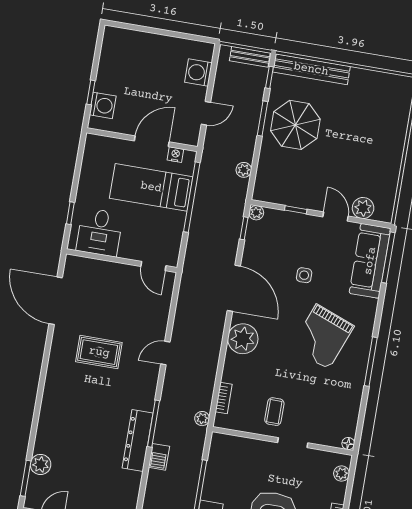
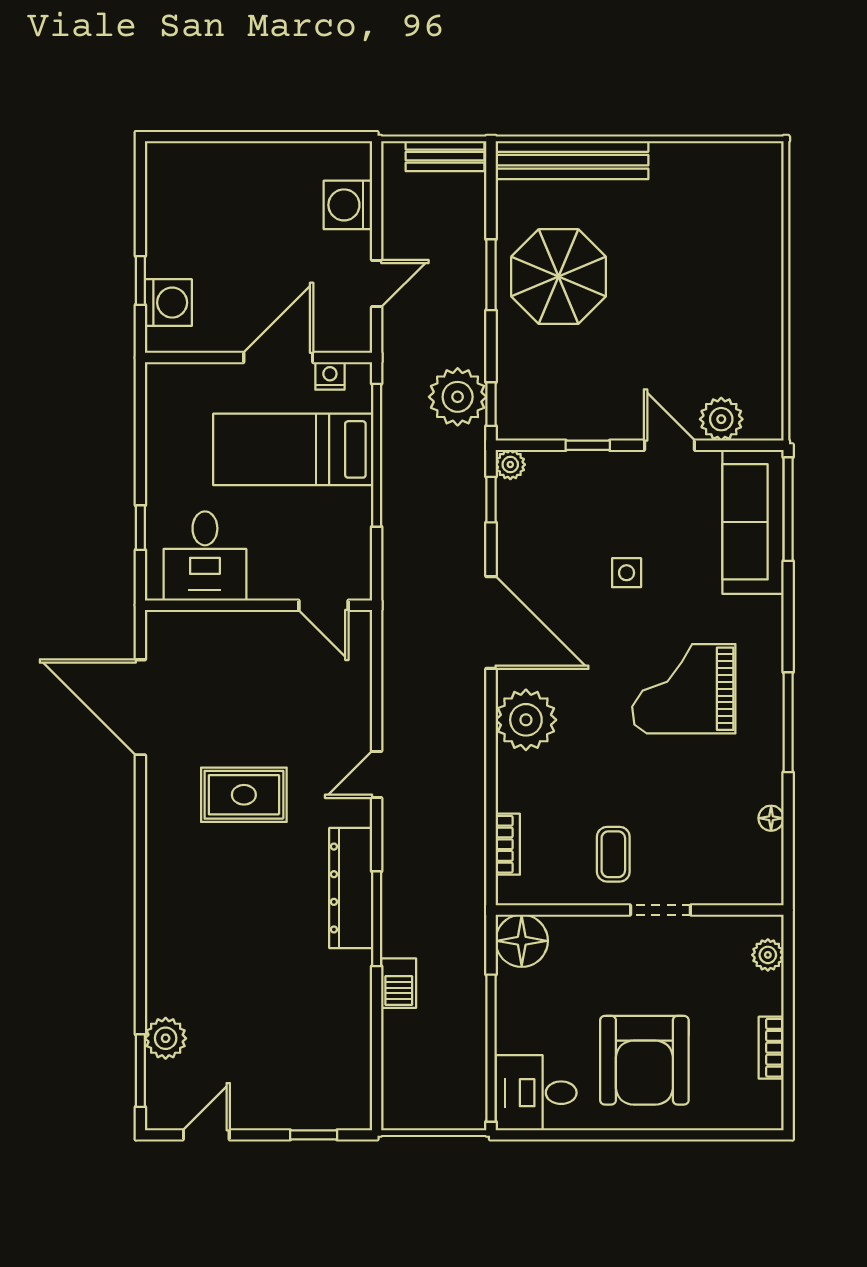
window: (269, 77) -> (491, 404), moved
plant: (244, 170) -> (458, 397), width x1.87, depth x1.87
grand piano: (322, 337) -> (684, 689), turned 69
plant: (202, 419) -> (472, 892), removed
dresser: (138, 440) -> (351, 888), moved
floor lamp: (348, 444) -> (771, 818), moved
floor lamp: (222, 446) -> (522, 941), added

